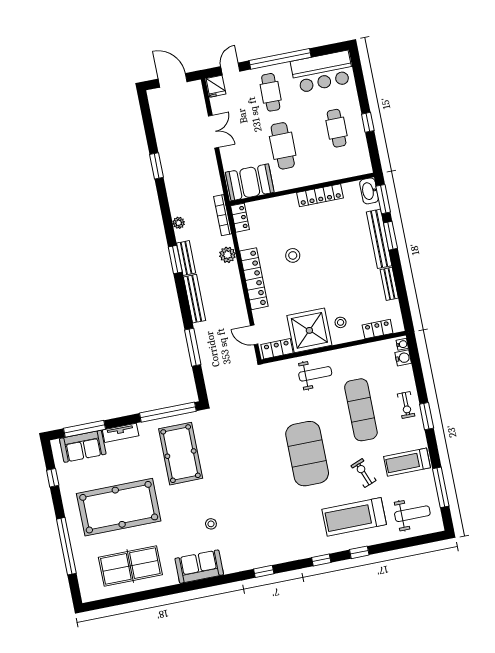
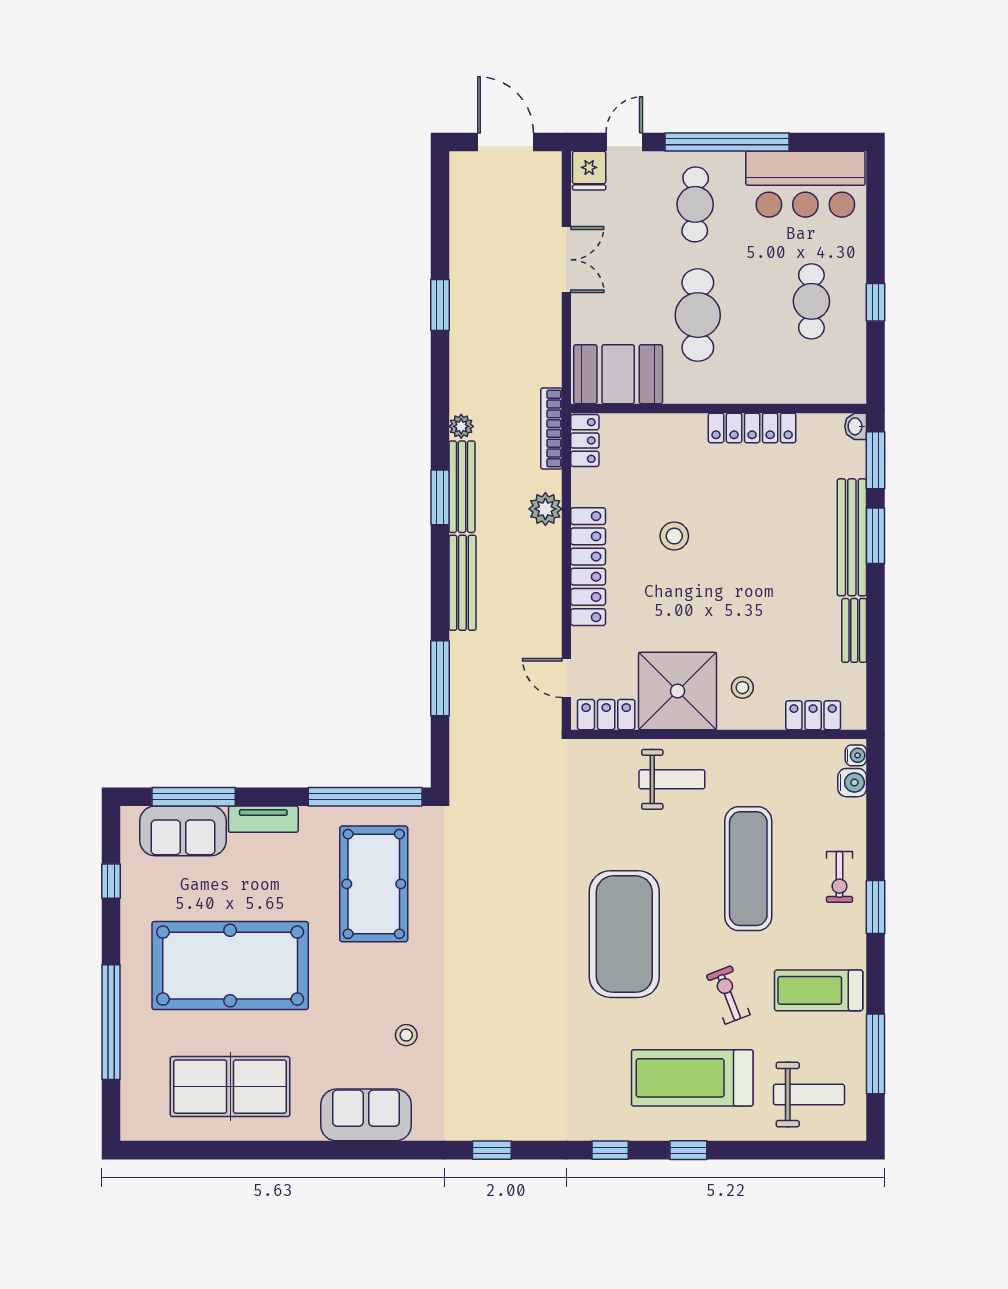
washbasin: (369, 191) -> (856, 426), width x0.52, depth x0.69
bench: (186, 258) -> (462, 487), width x1.36

